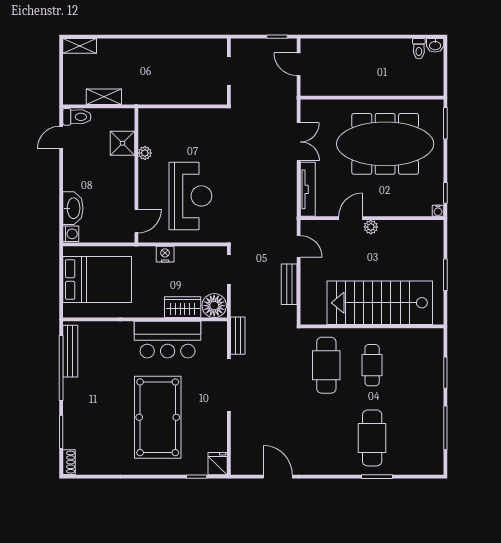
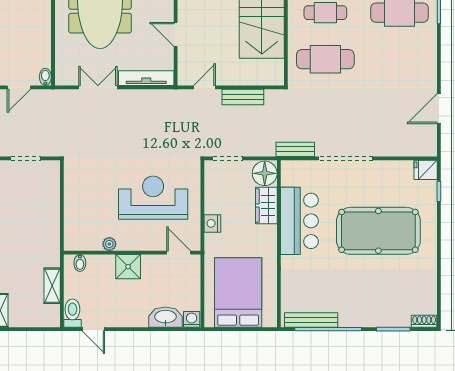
bidet: (309, 90) -> (45, 77), added
bidet: (126, 124) -> (80, 263), added
shower: (123, 143) -> (128, 267), moved
plant: (371, 227) -> (185, 14), removed

